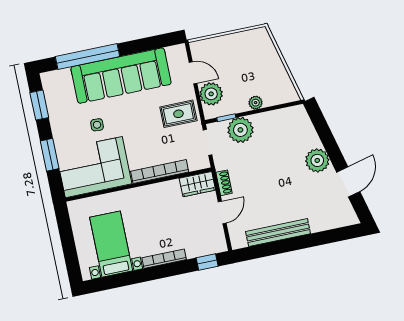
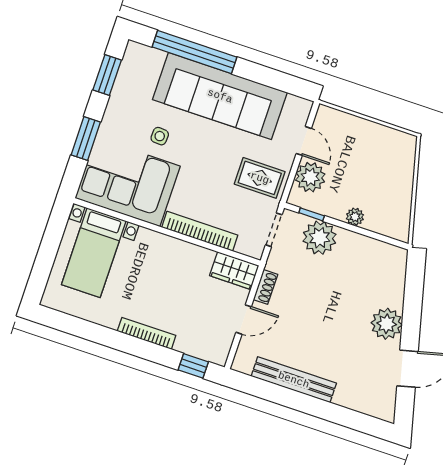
bed with nightstands: (111, 244) -> (94, 253), moved, turned 180

